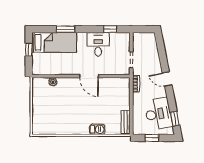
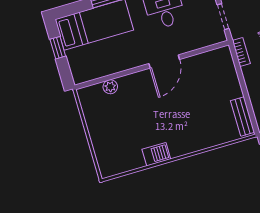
door: (89, 76) -> (164, 61), hinge flipped
barbecue: (97, 129) -> (156, 154), moved

